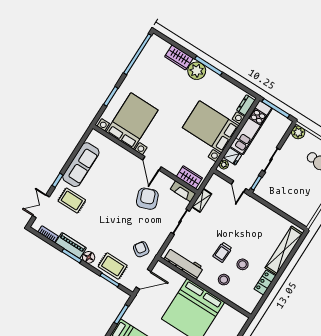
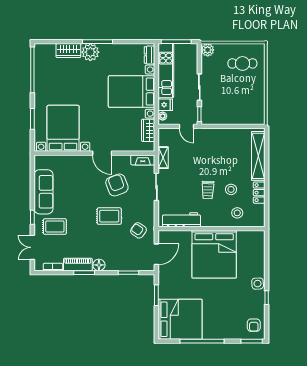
wardrobe: (189, 177) -> (148, 130), moved, turned -90
rug: (113, 266) -> (109, 216), moved
stool: (224, 280) -> (237, 213), moved

